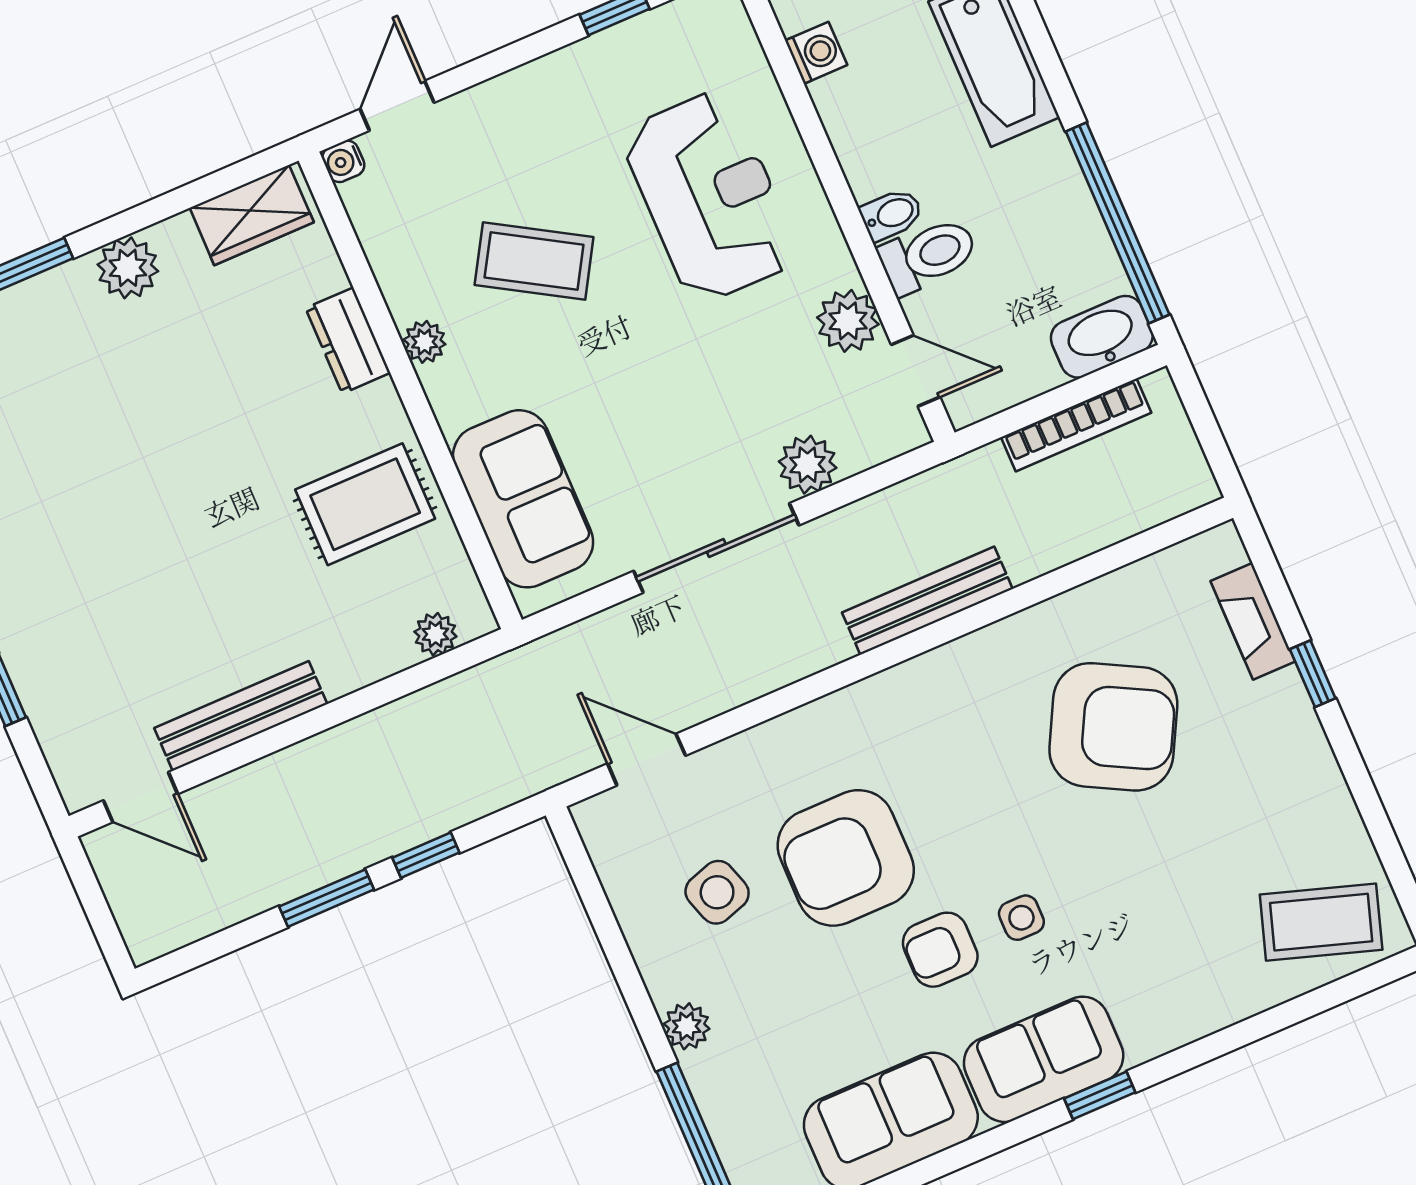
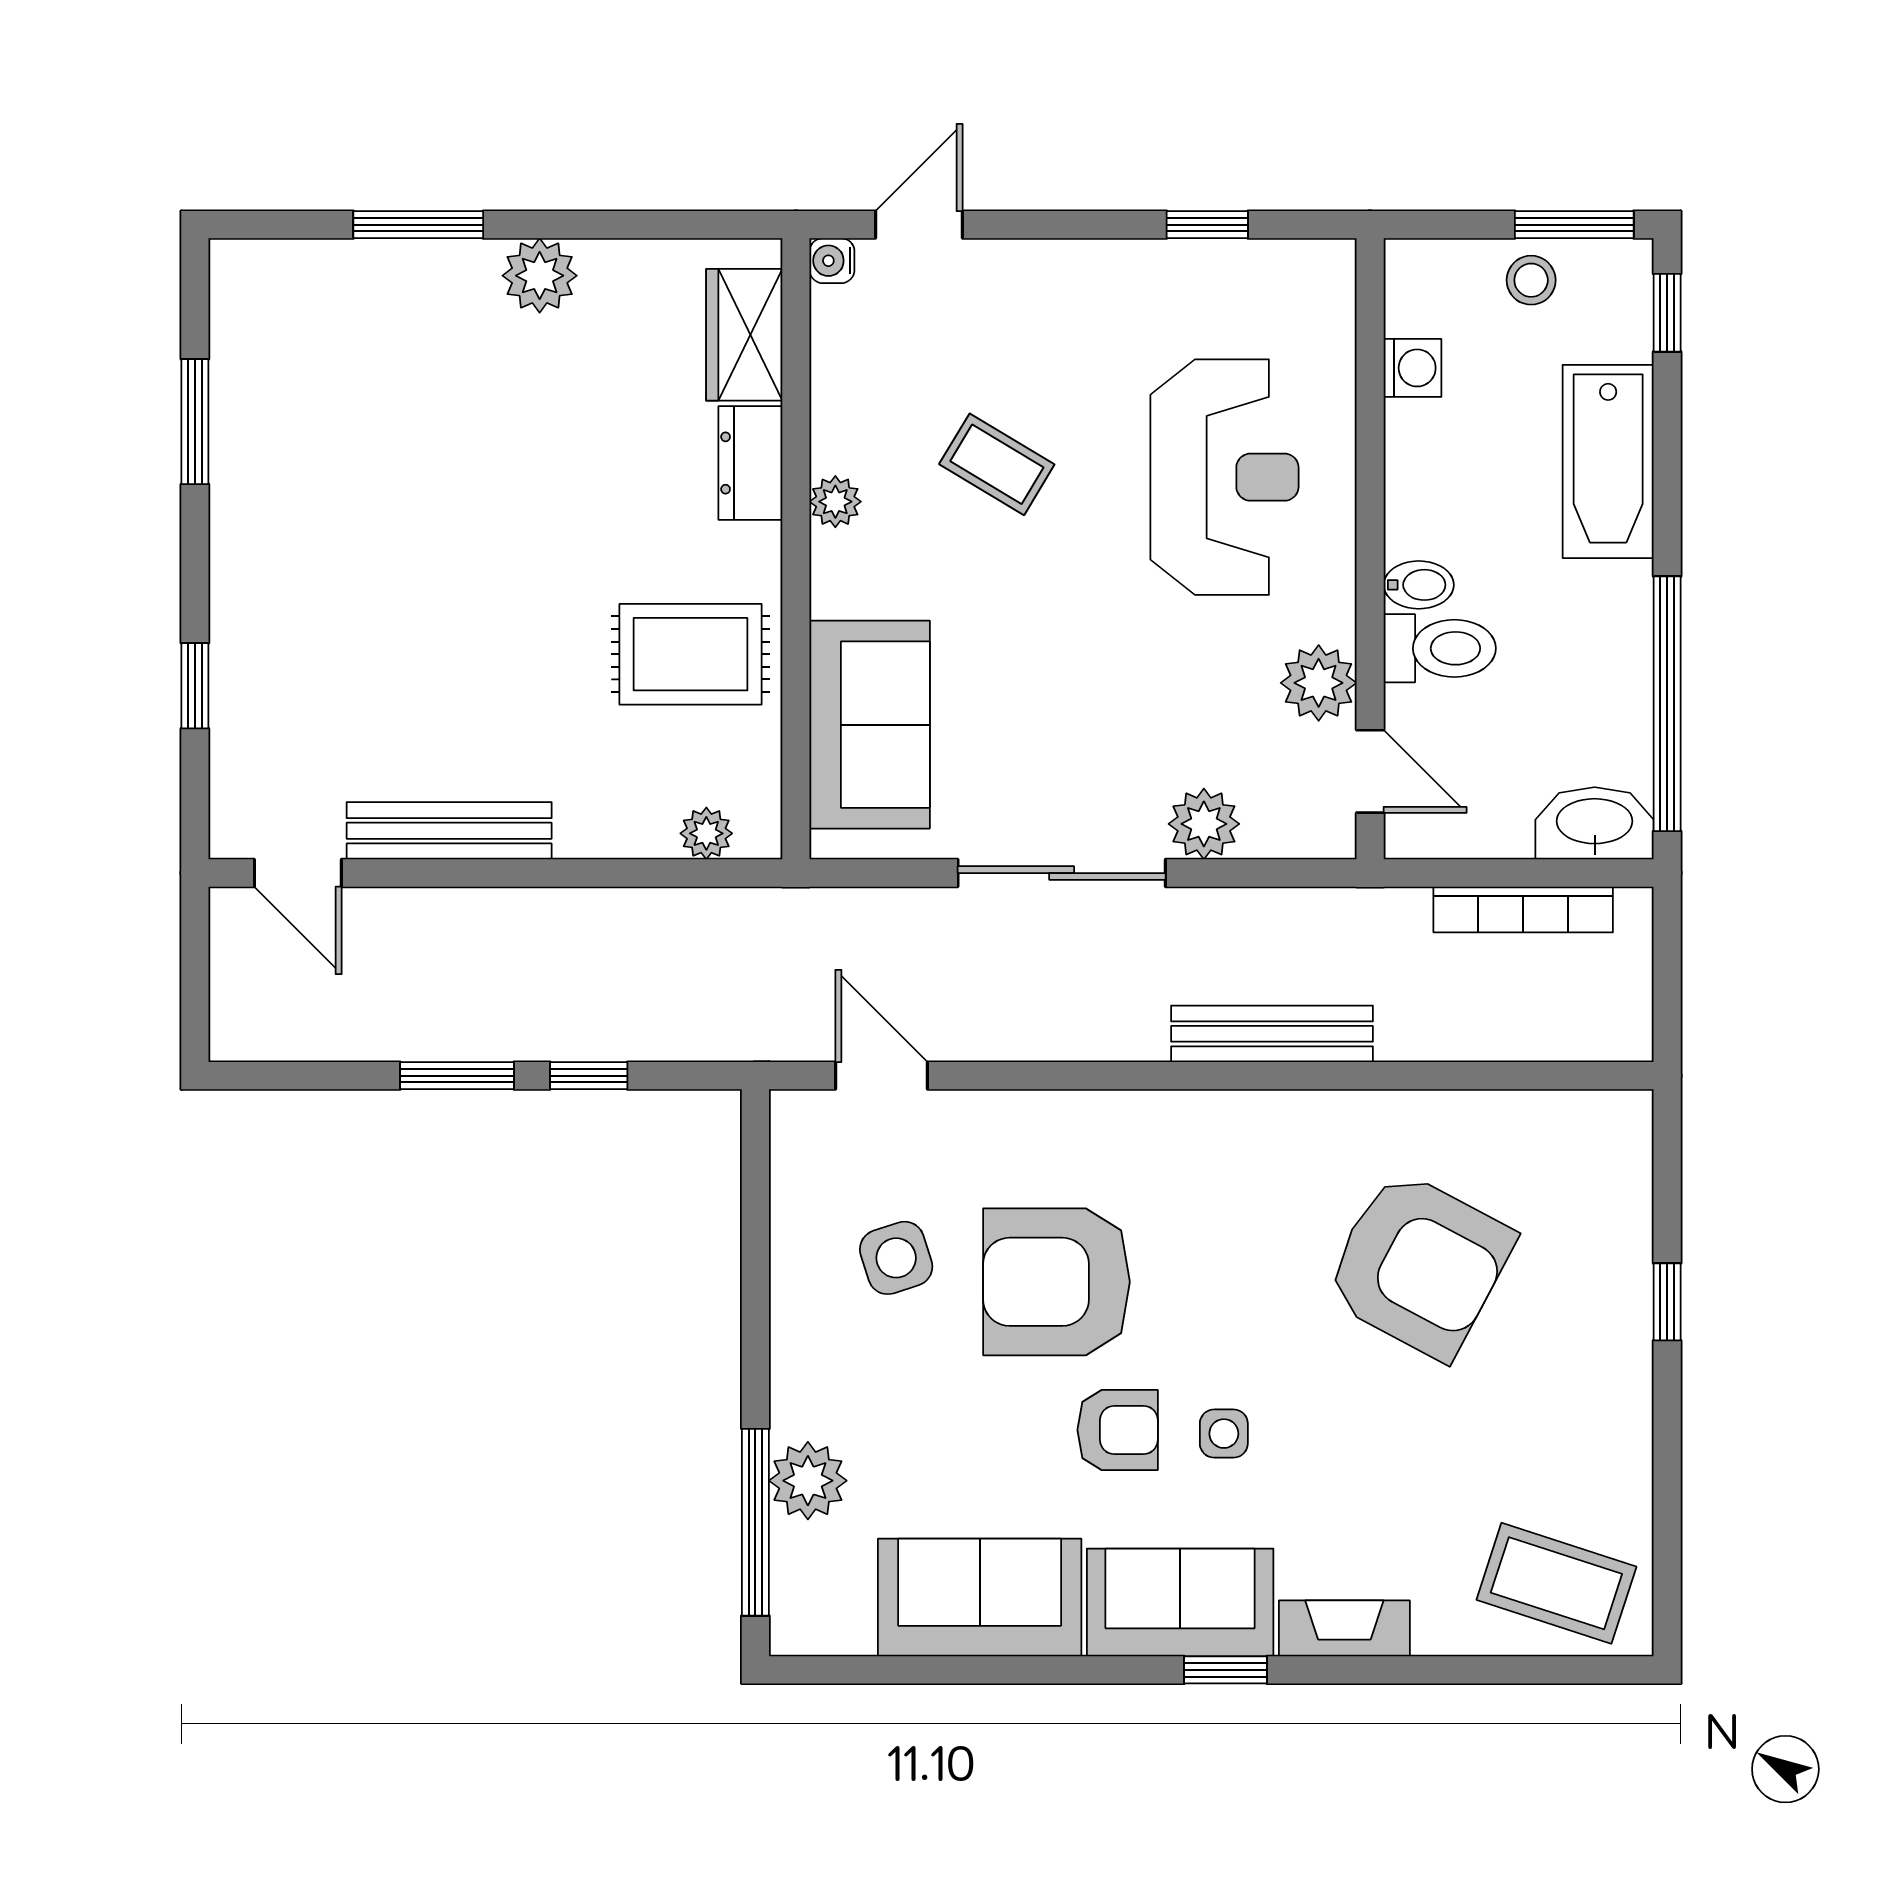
wardrobe: (252, 215) -> (744, 335), moved, turned 90
coffee table: (534, 261) -> (997, 464), width x0.73, depth x0.77
fireplace: (1253, 621) -> (1344, 1628), moved, turned 90
armchair: (940, 950) -> (1118, 1430), turned 180
plant: (687, 1026) -> (808, 1481), moved, width x1.38, depth x1.38

